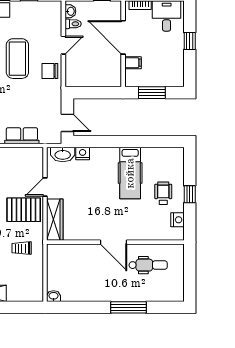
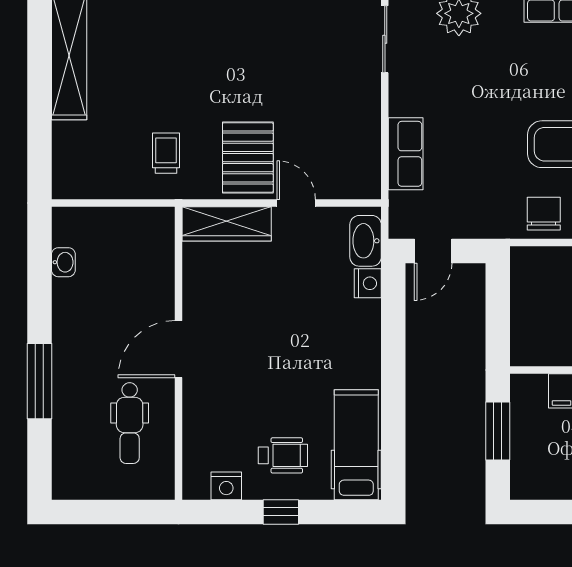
hospital bed: (130, 173) -> (356, 445), moved, turned 90
washbasin: (54, 296) -> (63, 262), moved

